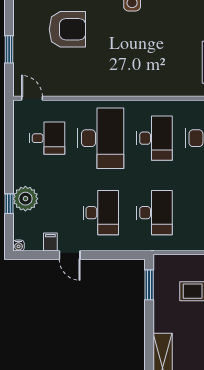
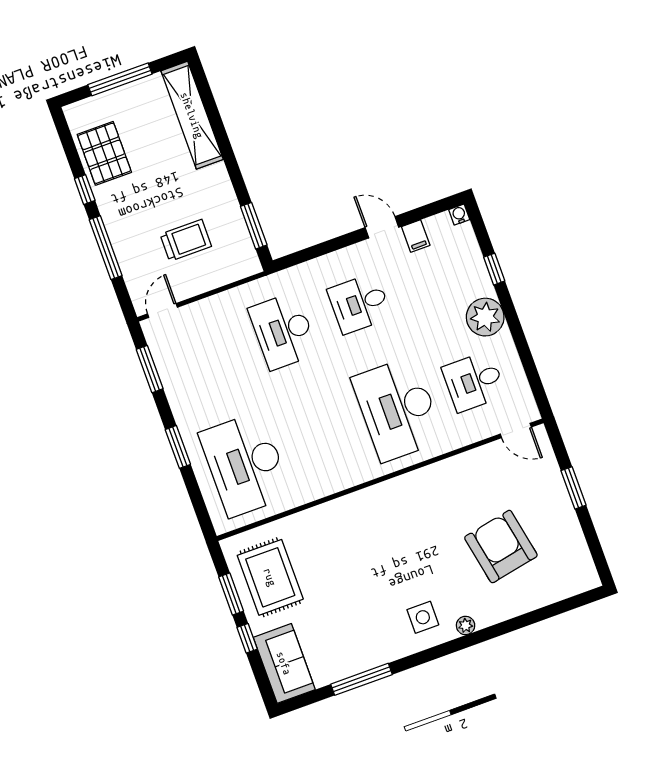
armchair: (67, 29) -> (501, 547), turned 79
desk: (155, 138) -> (321, 437), removed
plant: (25, 199) -> (485, 317), moved
desk: (101, 213) -> (359, 303), width x0.73

